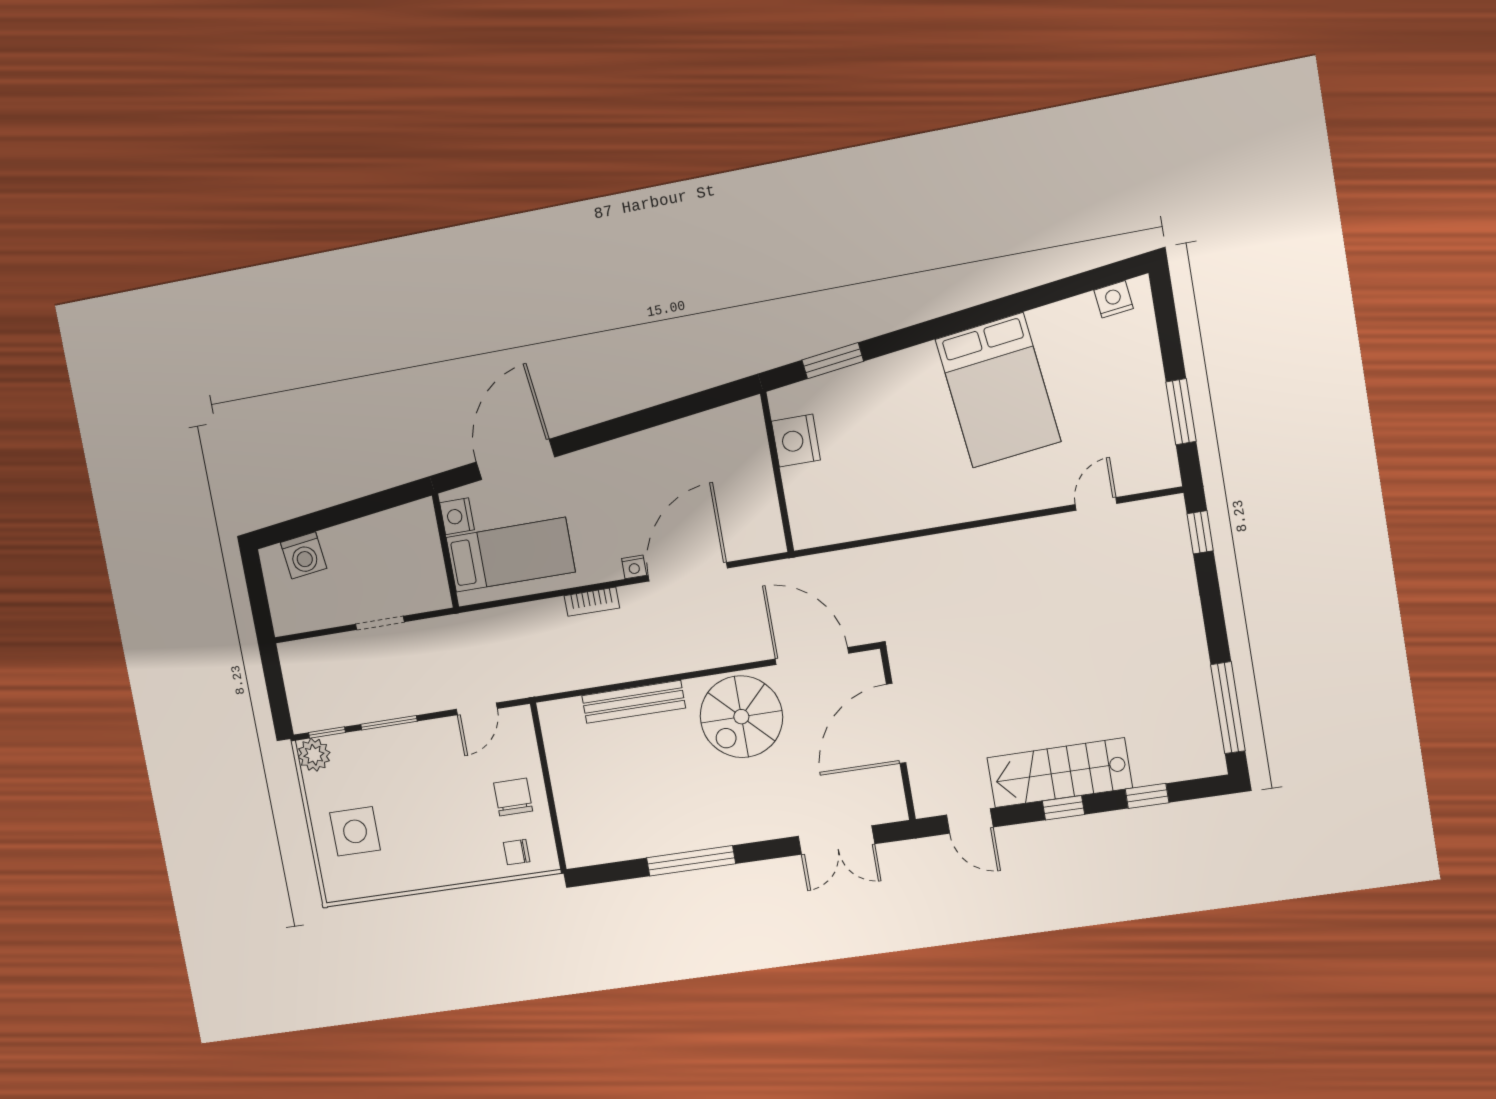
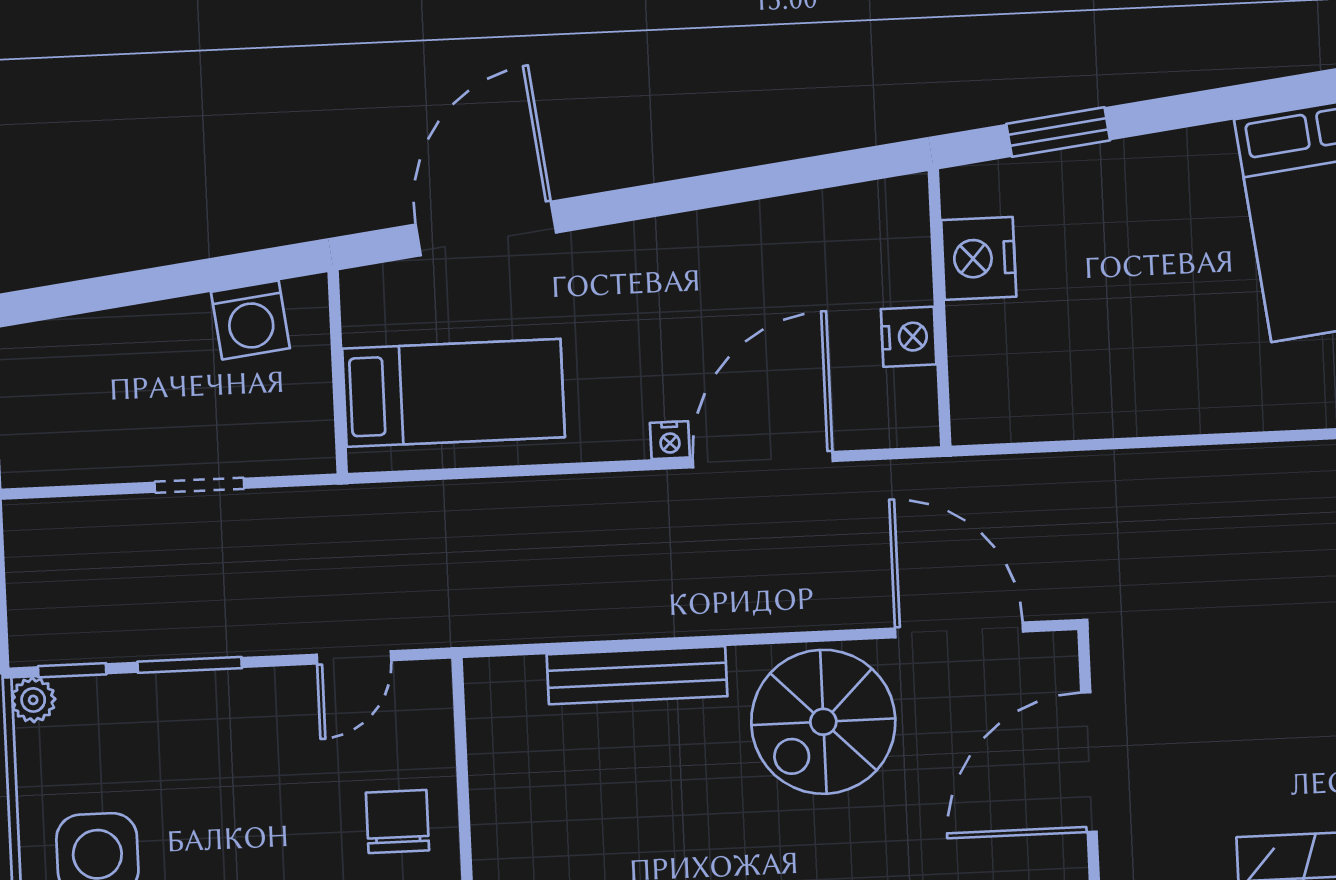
nightstand: (457, 516) -> (909, 337), moved, turned 180
washing machine: (304, 555) -> (250, 320), moved
bookcase: (592, 602) -> (587, 492), removed
plant: (314, 755) -> (33, 700), width x0.73, depth x0.73

